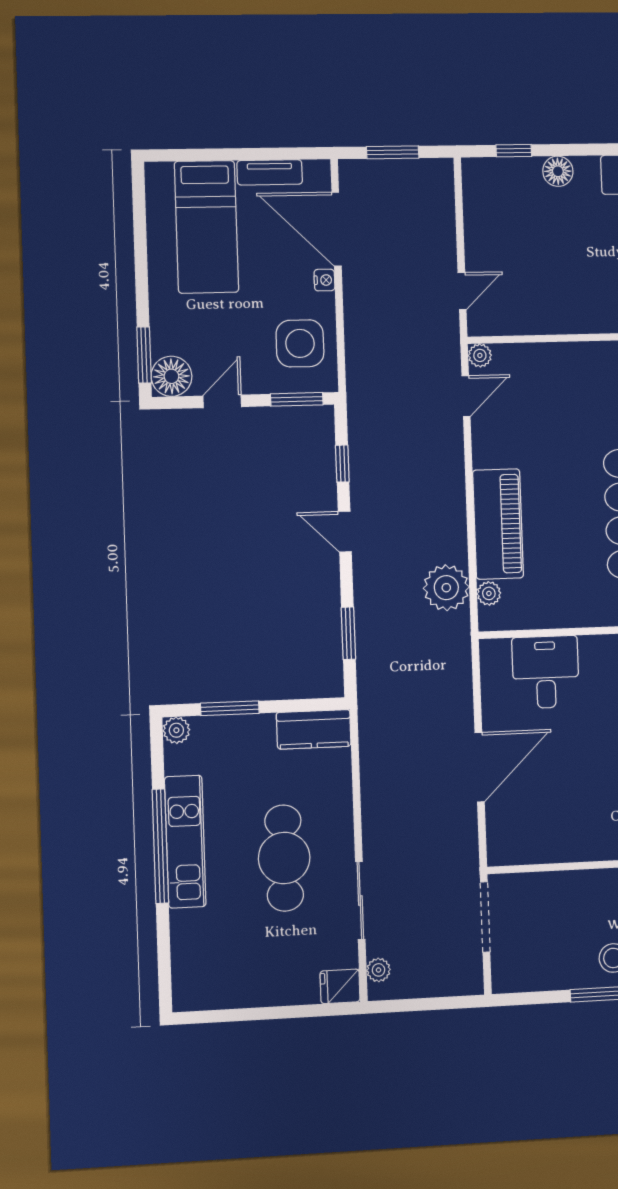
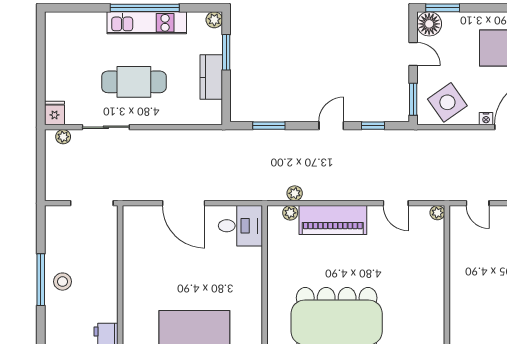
side table: (300, 343) -> (447, 102), turned -35
door: (466, 396) -> (396, 203), moved
plant: (446, 588) -> (295, 193), width x0.53, depth x0.53
desk: (546, 672) -> (240, 226), moved
kitchen counter: (314, 729) -> (211, 77), moved

